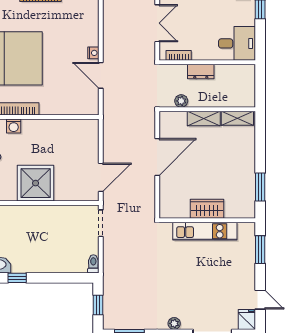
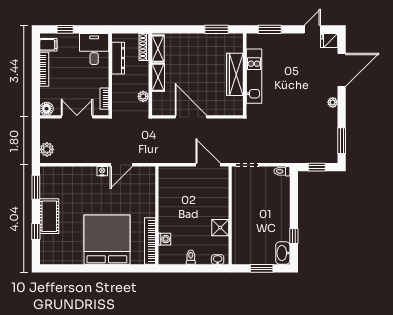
dresser: (201, 72) -> (118, 58), moved, width x1.44
shoe rack: (239, 102) -> (144, 47), added
shower: (36, 183) -> (220, 228), width x0.54, depth x0.54
wardrobe: (207, 209) -> (235, 74), width x1.50

